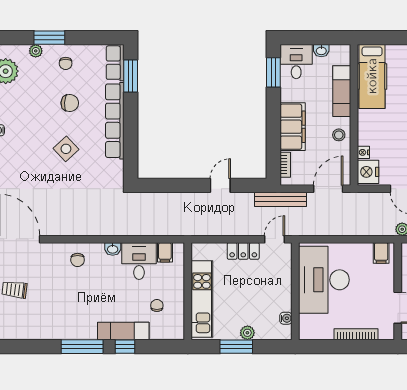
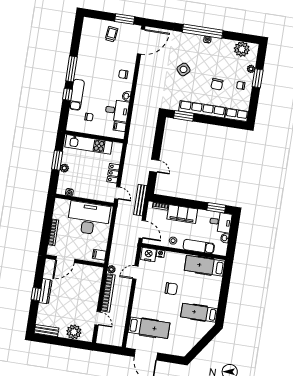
window: (131, 76) -> (184, 116), moved
side table: (66, 149) -> (184, 69), moved

